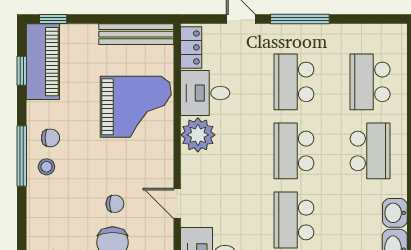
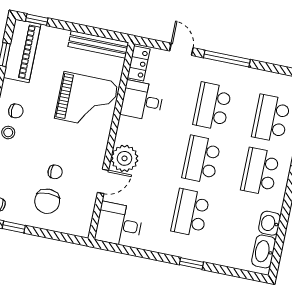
plant: (198, 135) -> (124, 158), moved
school desk: (370, 151) -> (260, 172), turned 180
door: (177, 203) -> (103, 181), swing flipped

